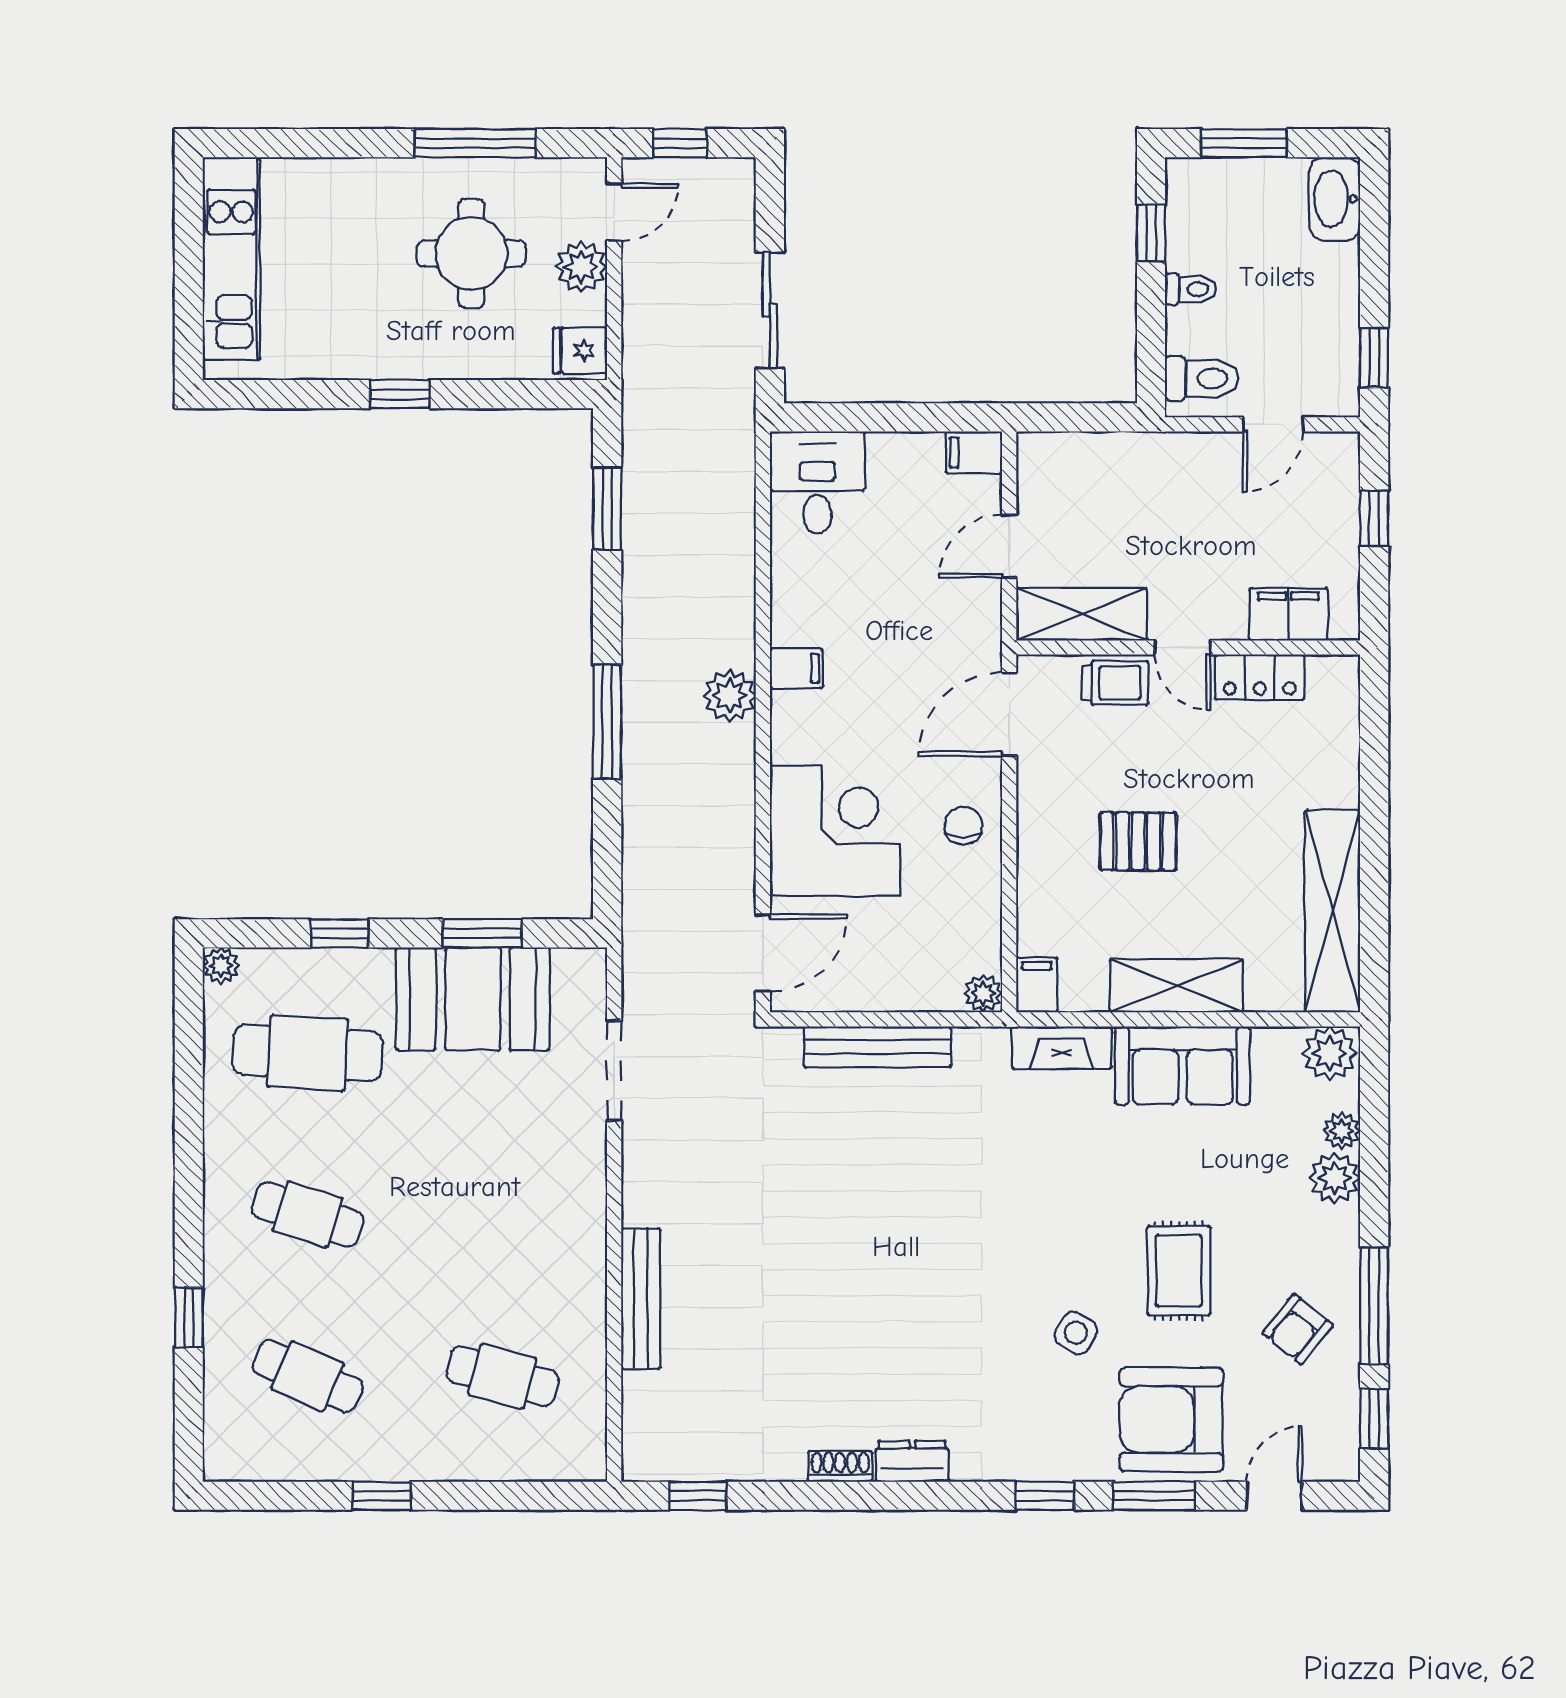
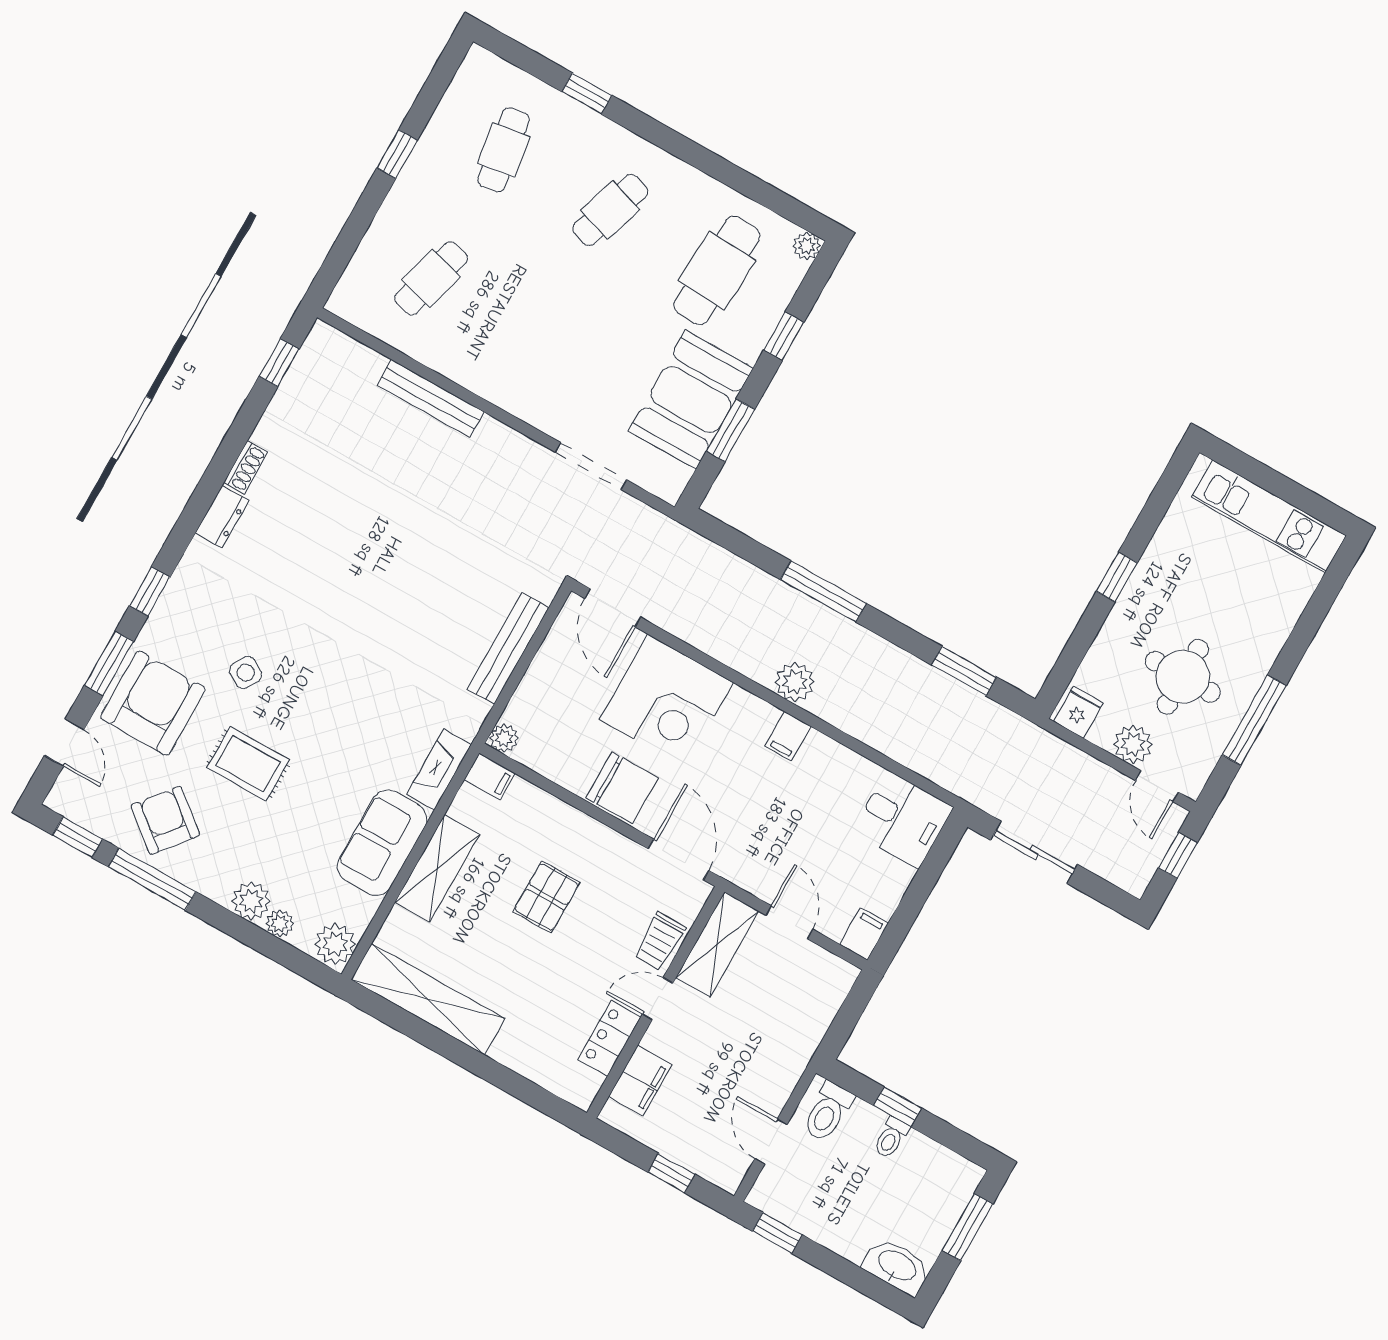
window: (1151, 233) -> (898, 1107), moved
chair: (963, 826) -> (622, 788), width x1.87, depth x1.87
armchair: (1298, 1329) -> (165, 820), width x1.38, depth x1.38
cafe table: (308, 1376) -> (504, 150), turned -33

